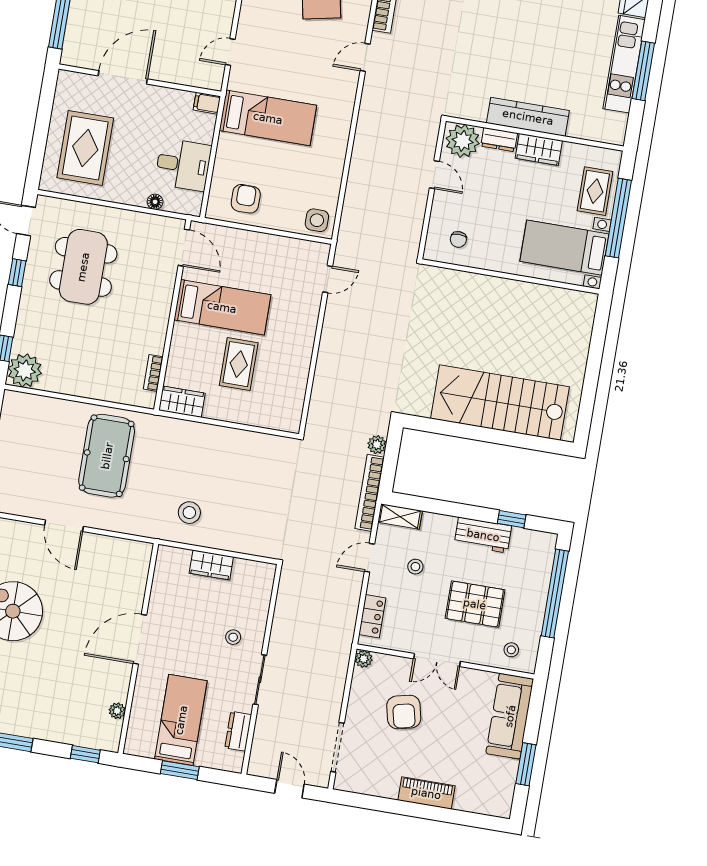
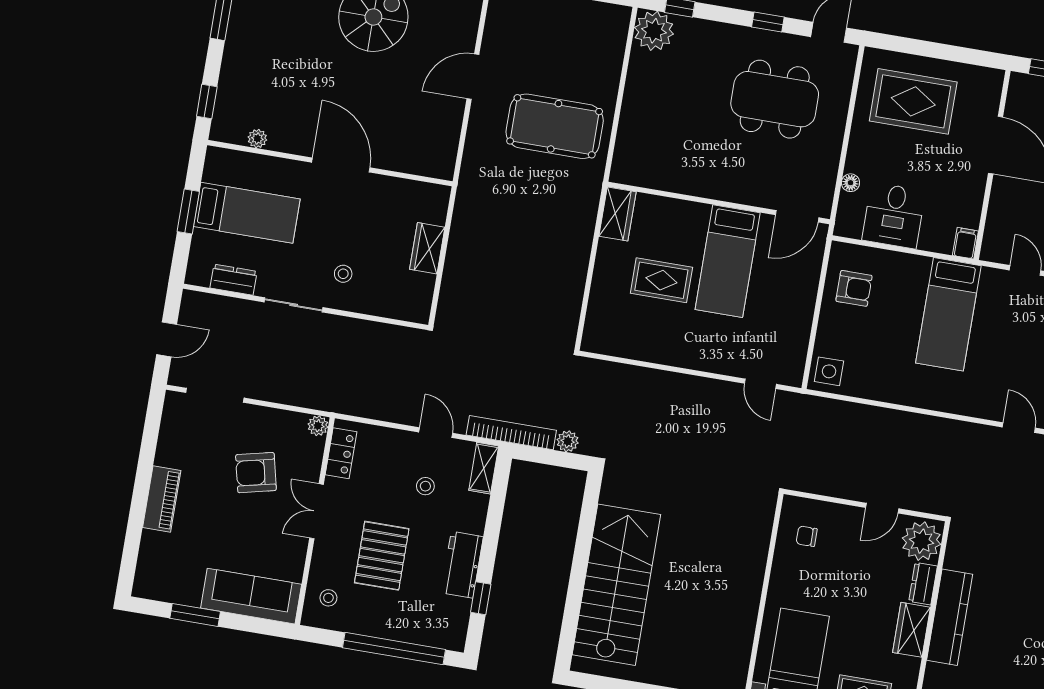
bookcase: (153, 373) -> (651, 181), removed
stool: (189, 513) -> (488, 223), removed
locker: (372, 616) -> (341, 453), moved, turned -90

